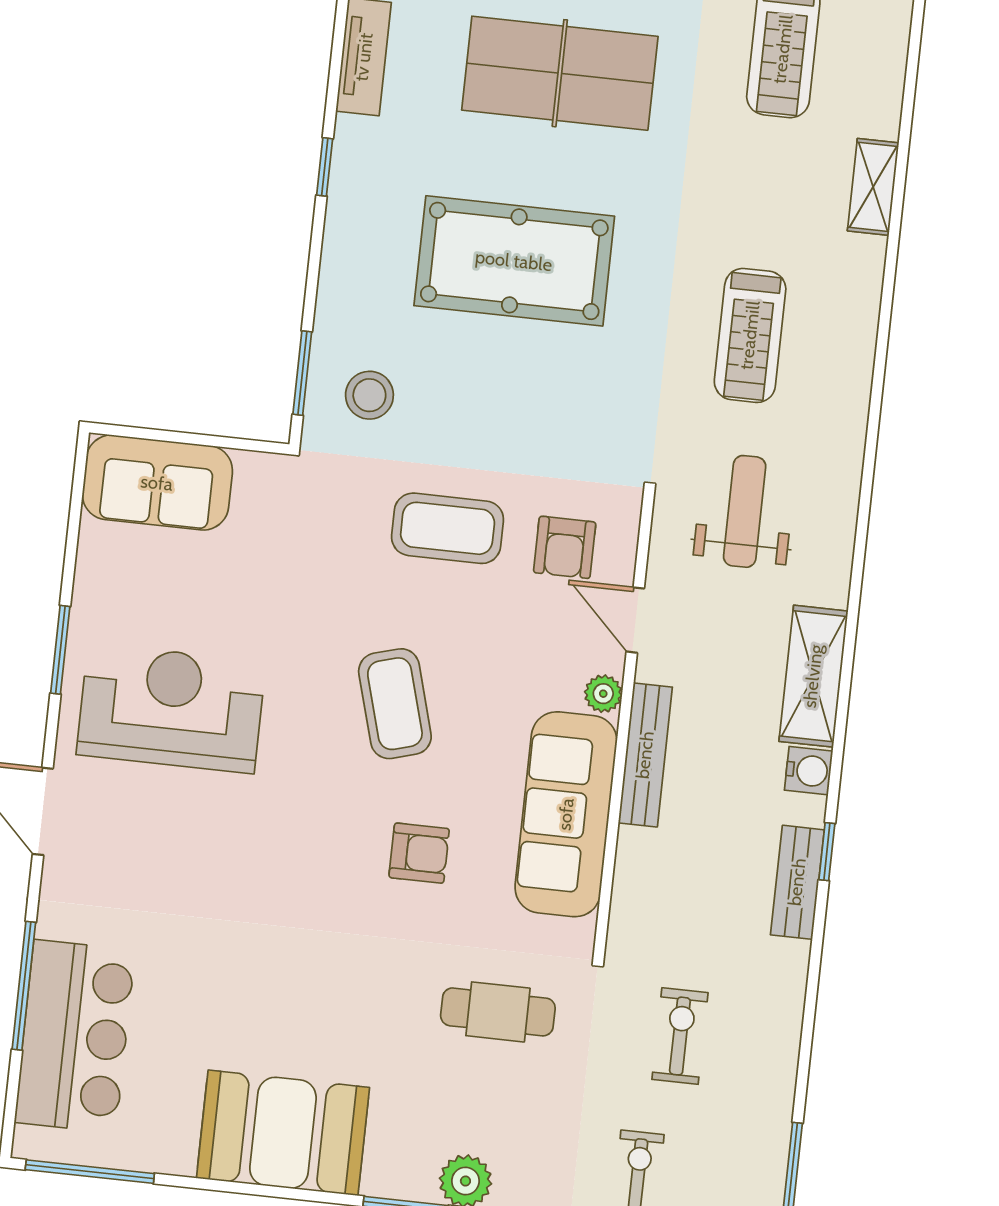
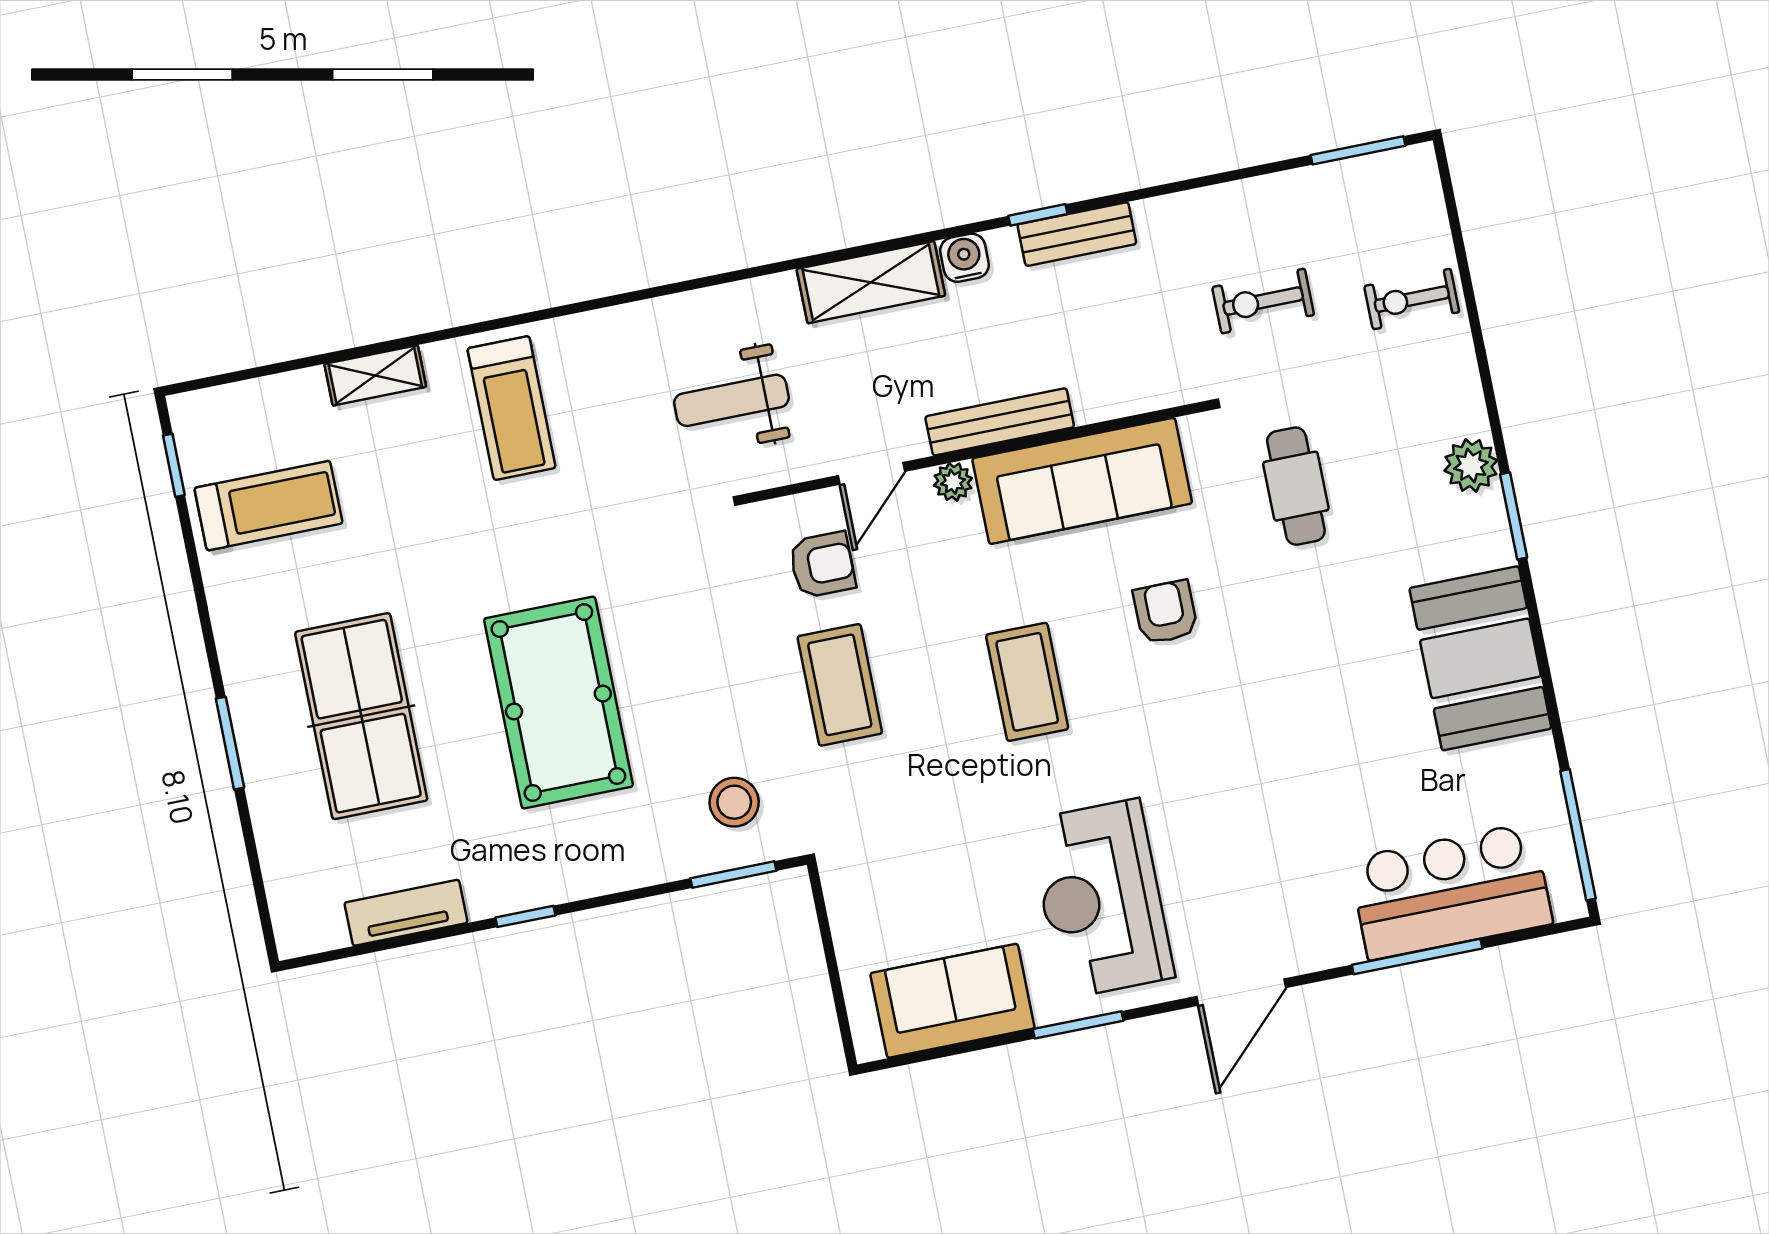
treadmill: (750, 335) -> (512, 408), moved, turned 90
sofa: (157, 483) -> (952, 1001), moved, turned -90
coffee table: (395, 704) -> (1027, 682), turned -74

